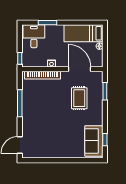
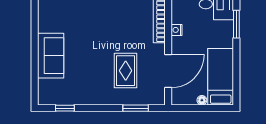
rug: (79, 98) -> (126, 71), turned 90
sofa: (94, 141) -> (51, 56), moved, turned 90

